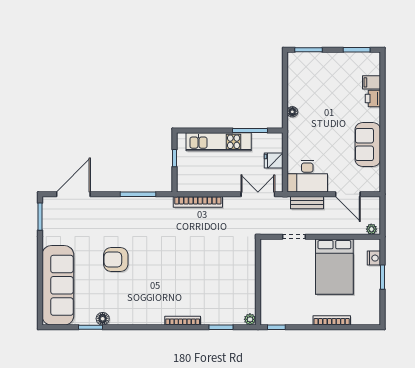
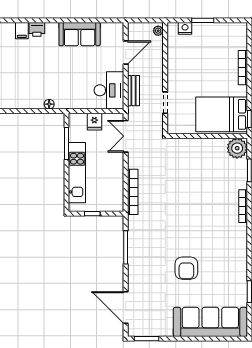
bed: (334, 267) -> (222, 114), moved, turned 180
floor lamp: (103, 319) -> (241, 280), removed
plant: (250, 319) -> (237, 148), width x1.87, depth x1.87

